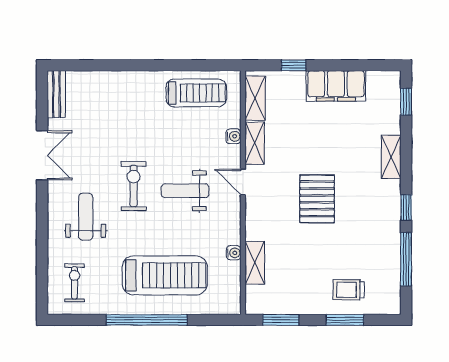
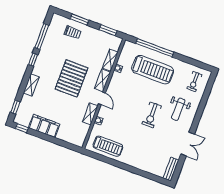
window: (294, 65) -> (22, 128), moved
treadmill: (196, 93) -> (108, 146), turned 180
shelving: (255, 98) -> (102, 81), moved
double door: (42, 155) -> (188, 144), swing flipped
weight bench: (185, 191) -> (129, 104), removed
pallet: (317, 199) -> (72, 78), width x1.37, depth x1.41
treadmill: (165, 275) -> (153, 70), turned 180
window: (147, 320) -> (155, 48), moved

